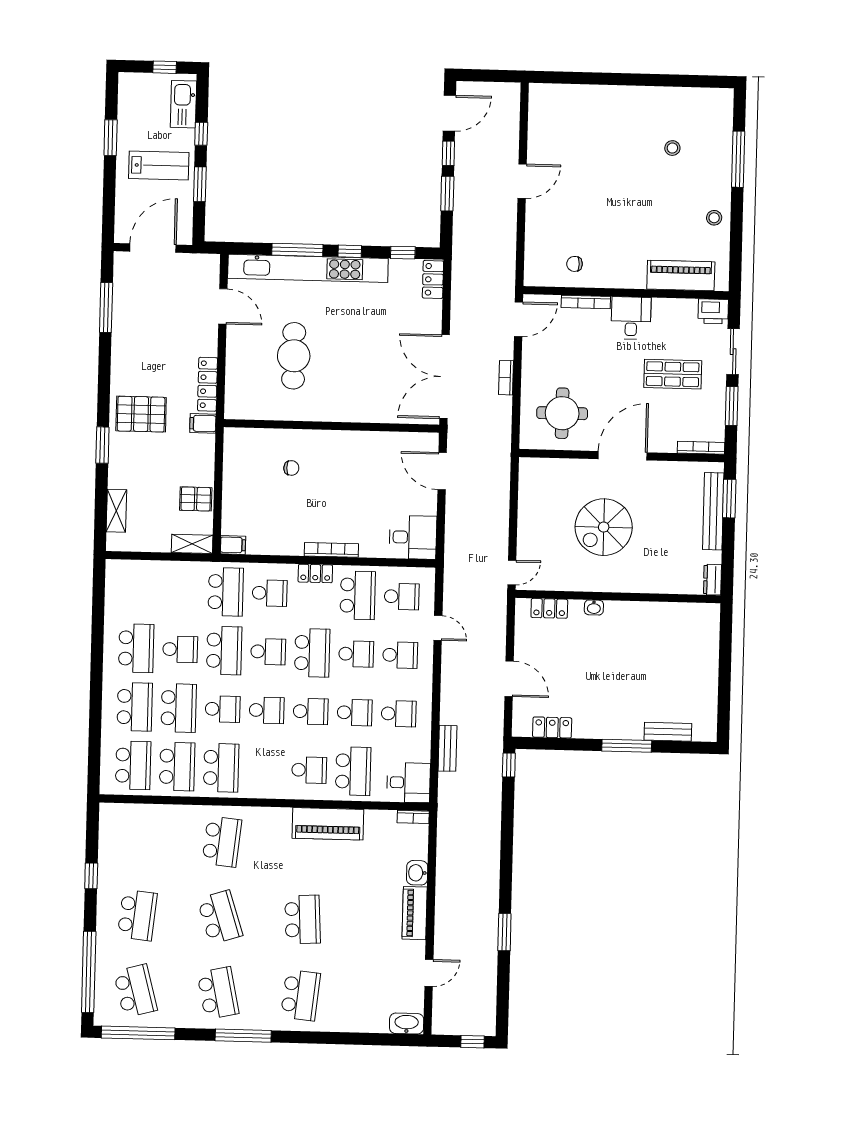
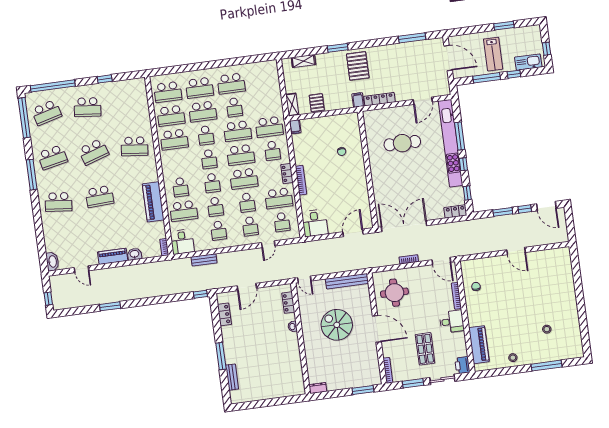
window: (200, 184) -> (487, 78), width x1.44
bench: (713, 511) -> (347, 281), moved
school desk: (268, 652) -> (241, 155), width x1.85

